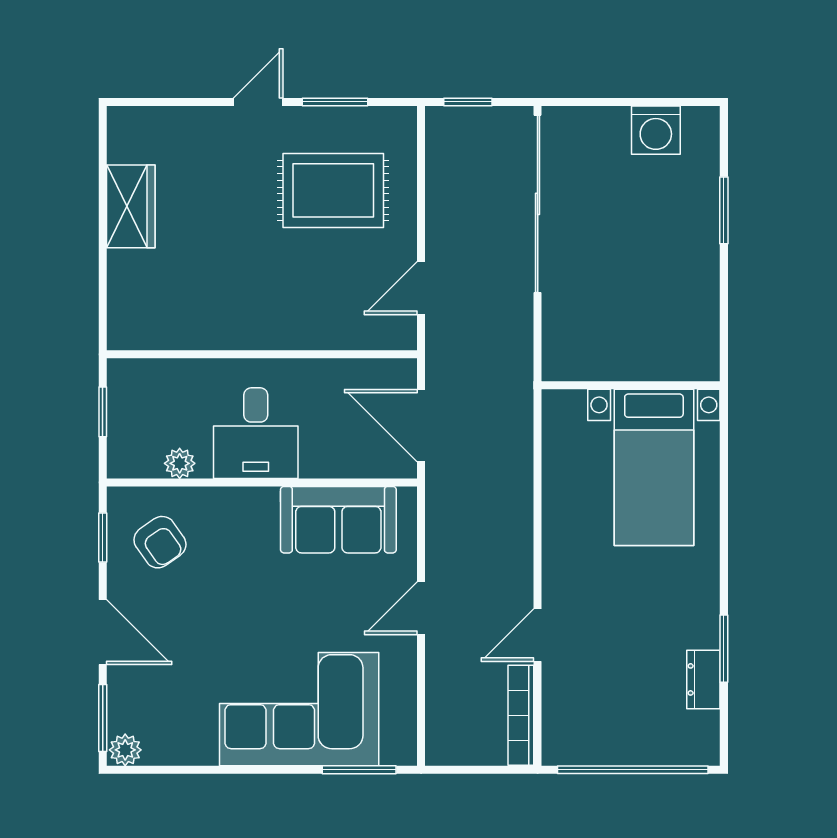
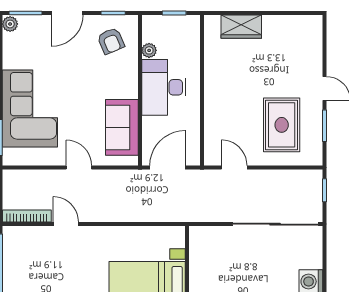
wardrobe: (131, 206) -> (241, 27), moved
desk: (256, 433) -> (164, 87), width x1.37
armchair: (160, 542) -> (111, 41), turned -78

